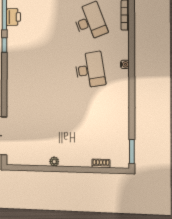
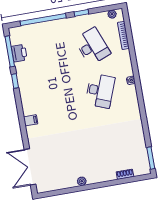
desk: (90, 70) -> (100, 91), turned 30
filing cabinet: (13, 88) -> (31, 120), added

